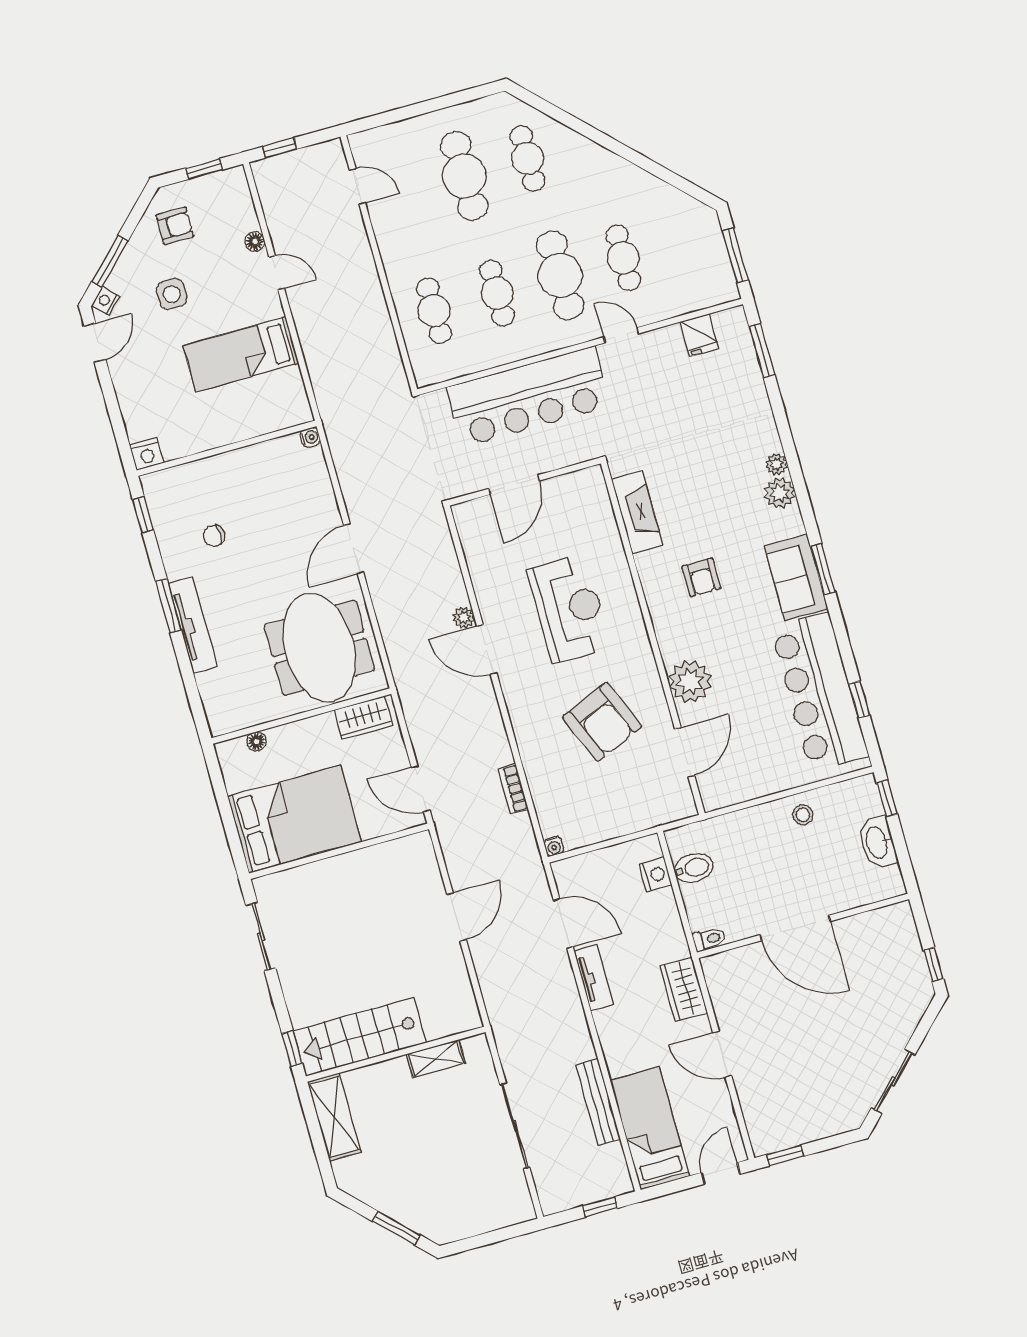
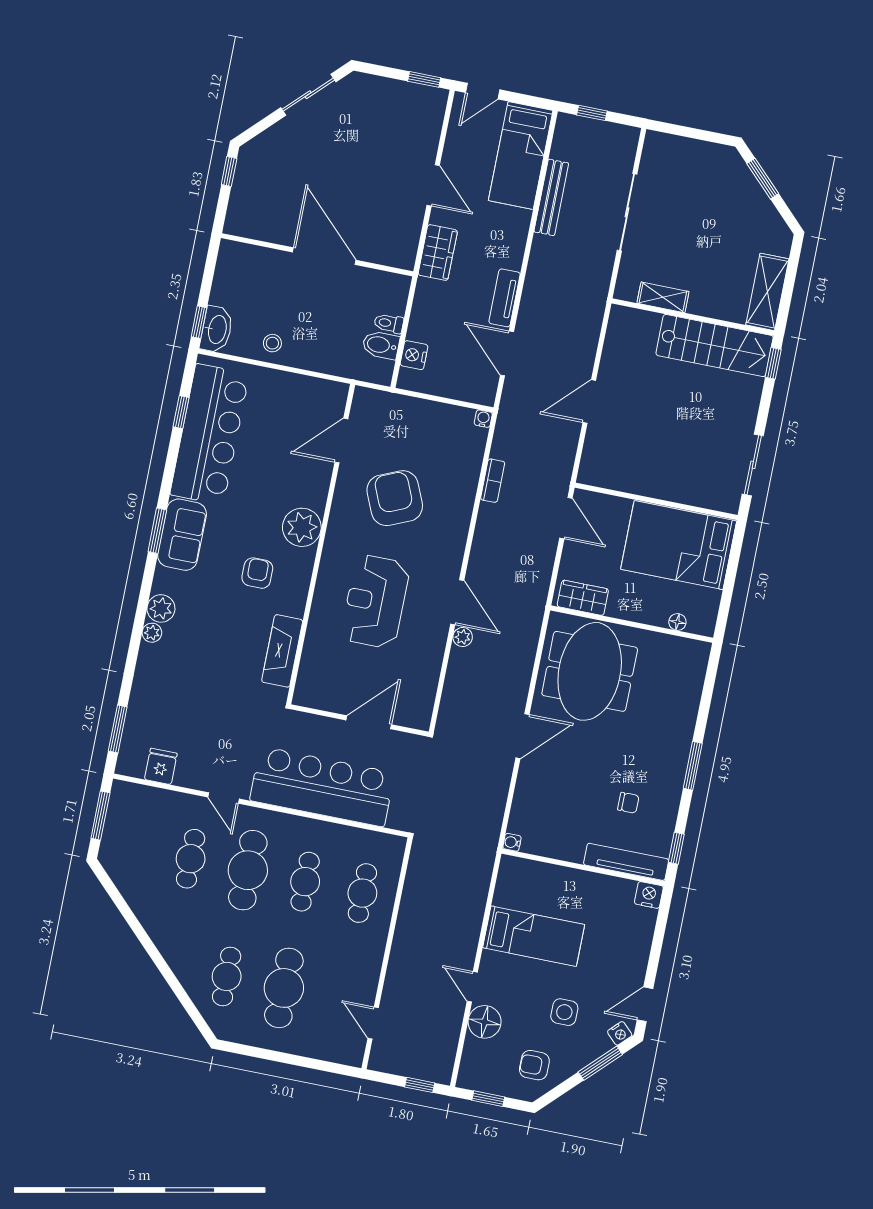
floor lamp: (255, 242) -> (485, 1022), width x1.89, depth x1.89
tv unit: (193, 625) -> (626, 862), moved, turned 90
plant: (690, 681) -> (302, 527), moved
washbasin: (878, 843) -> (217, 329), moved
toilet: (709, 939) -> (389, 323), moved

